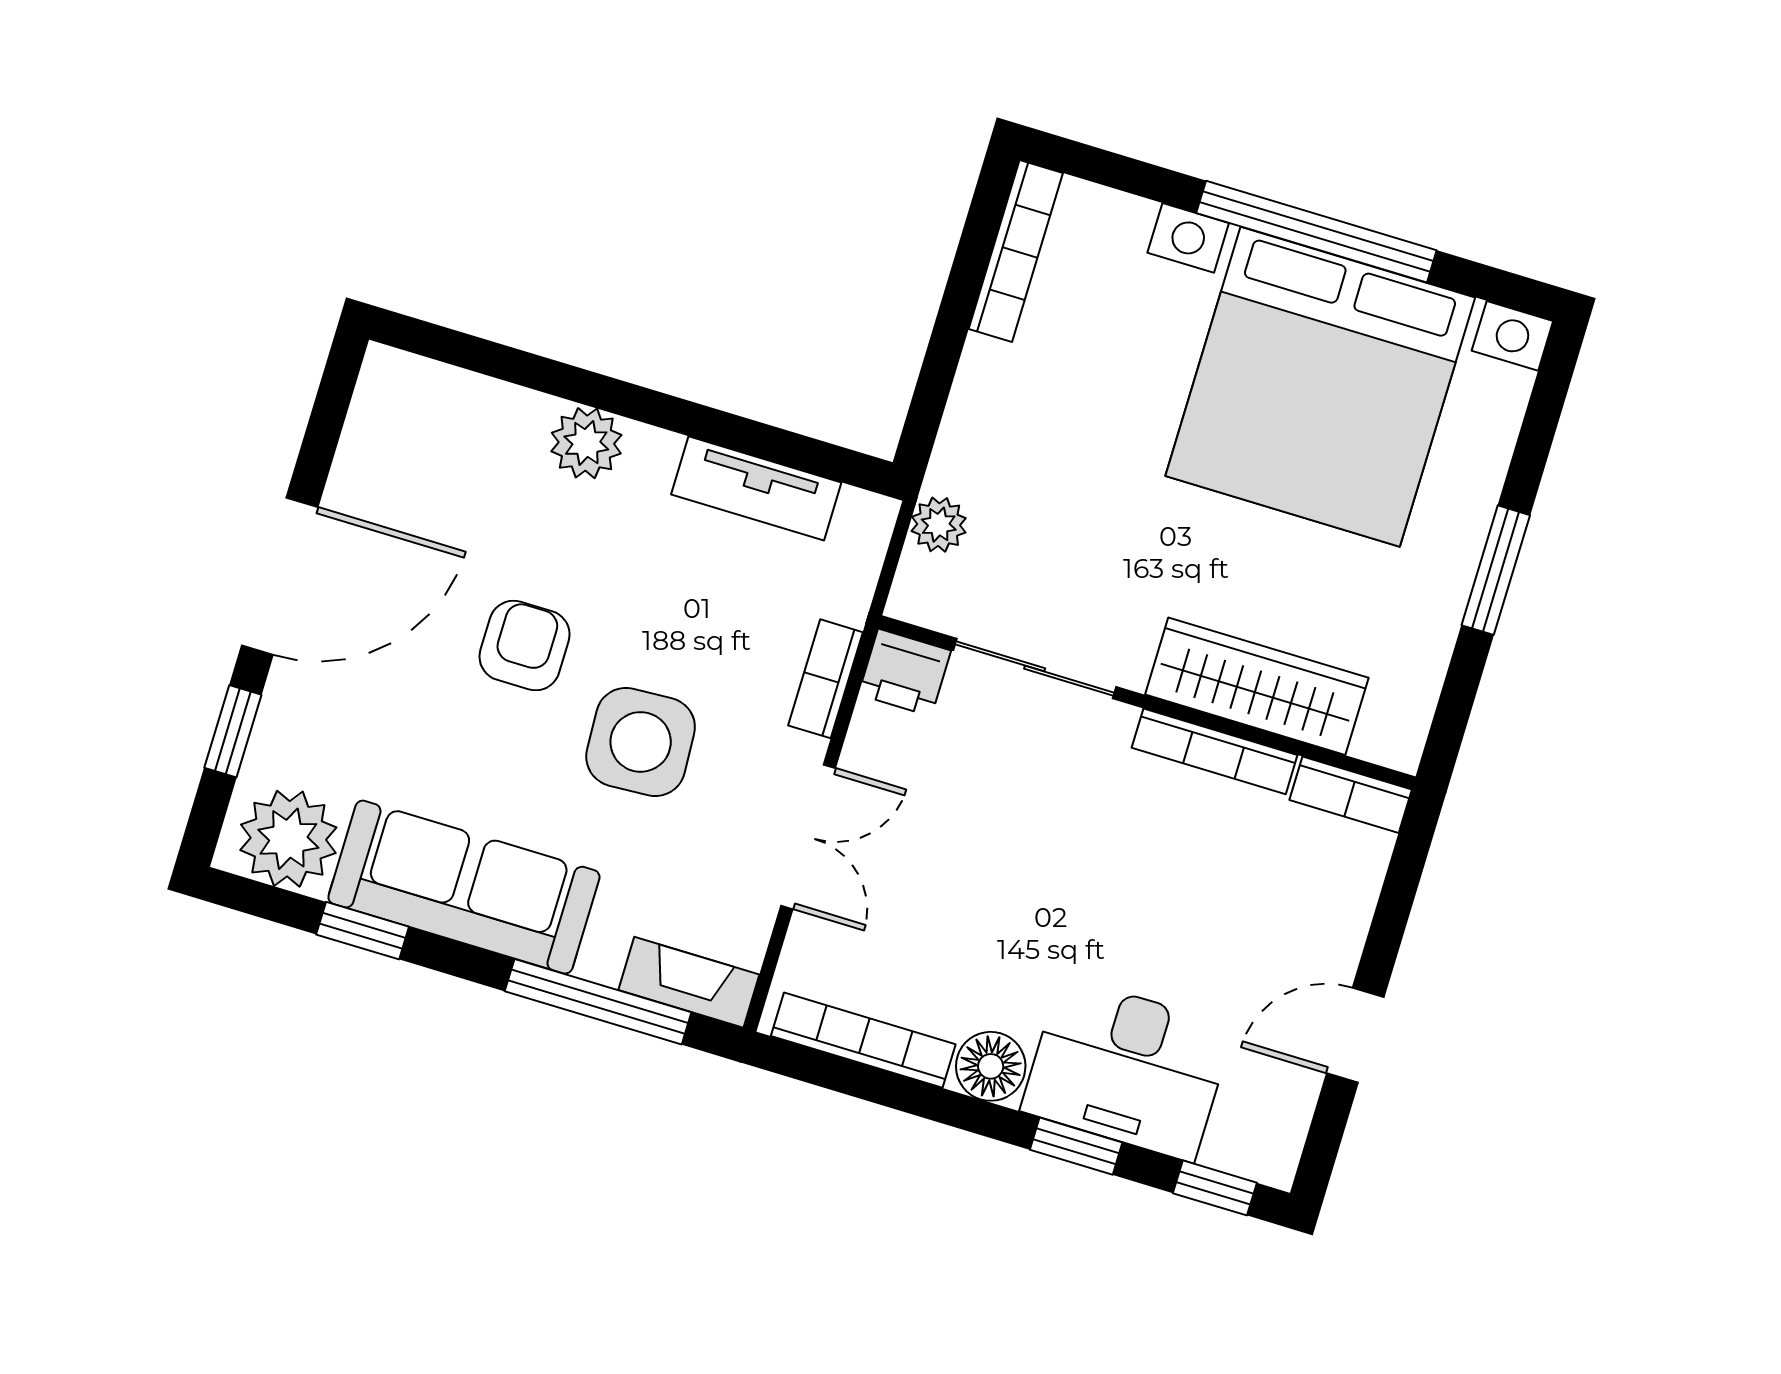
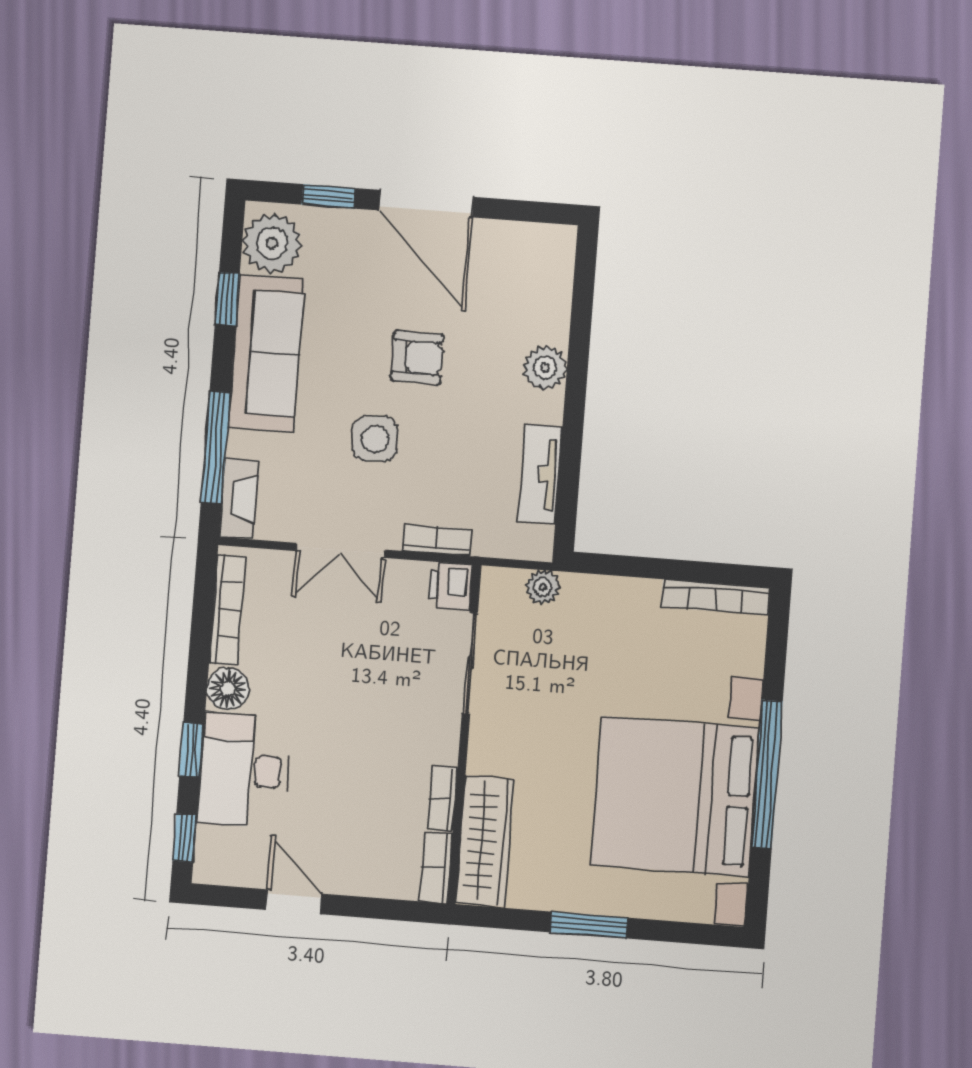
wardrobe: (1257, 686) -> (485, 841), moved
side table: (641, 742) -> (375, 439), width x0.73, depth x0.73
bookcase: (1215, 751) -> (443, 798), width x0.64

